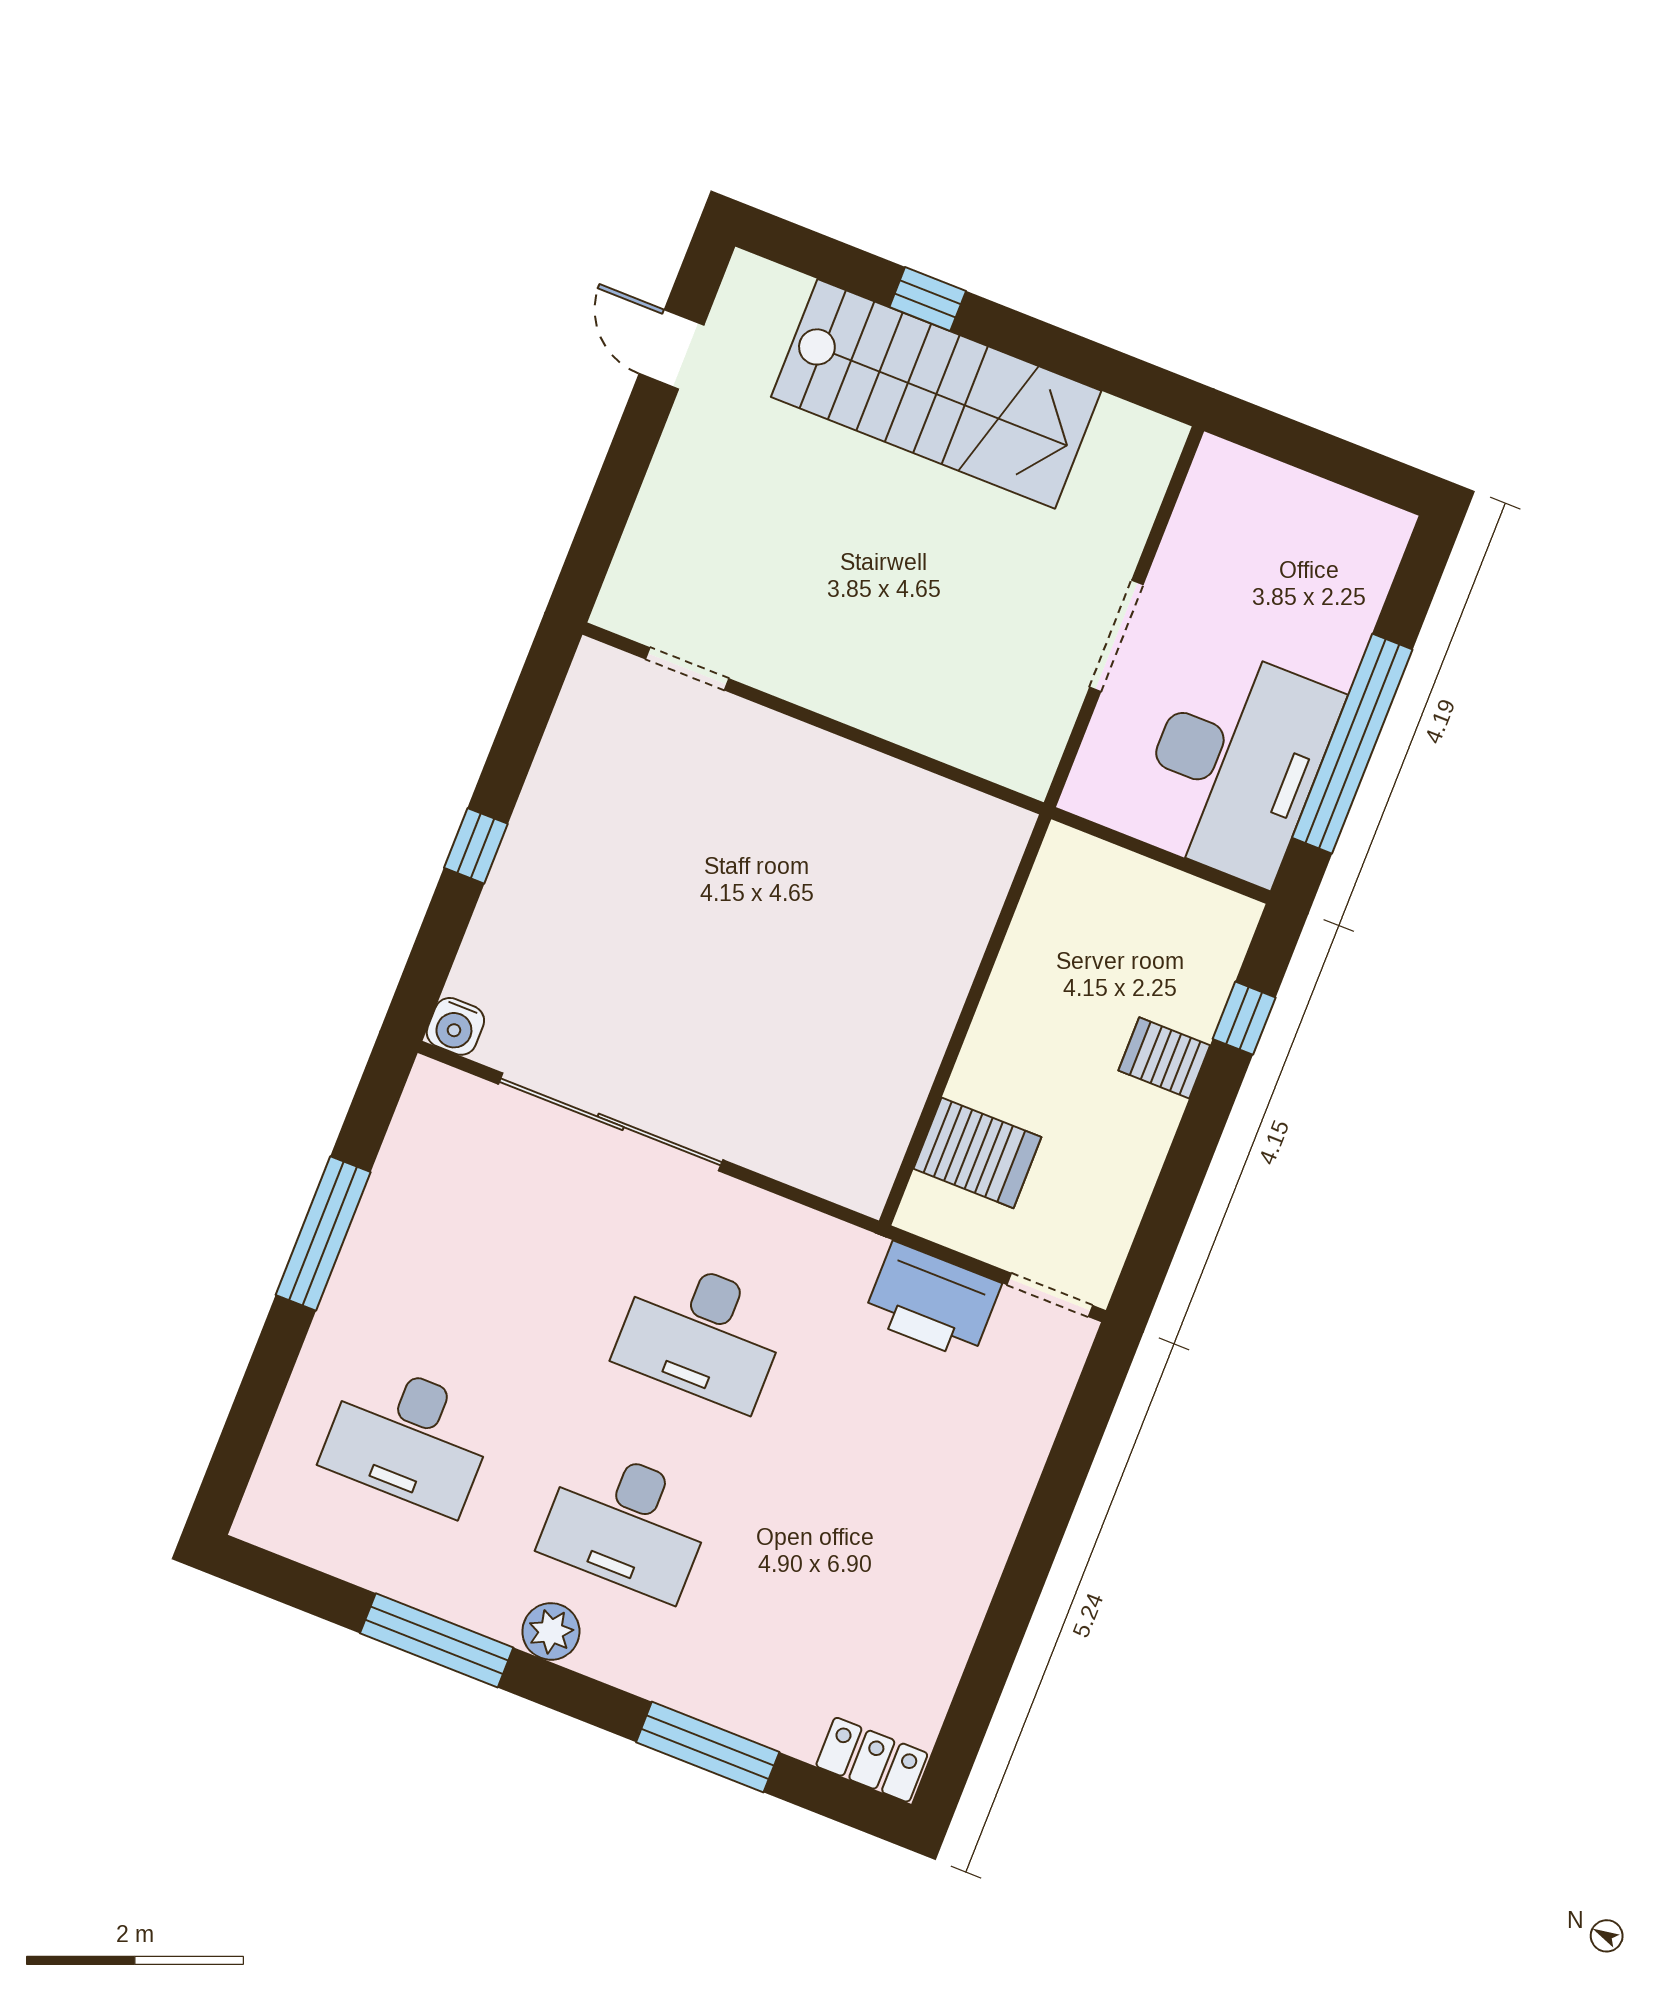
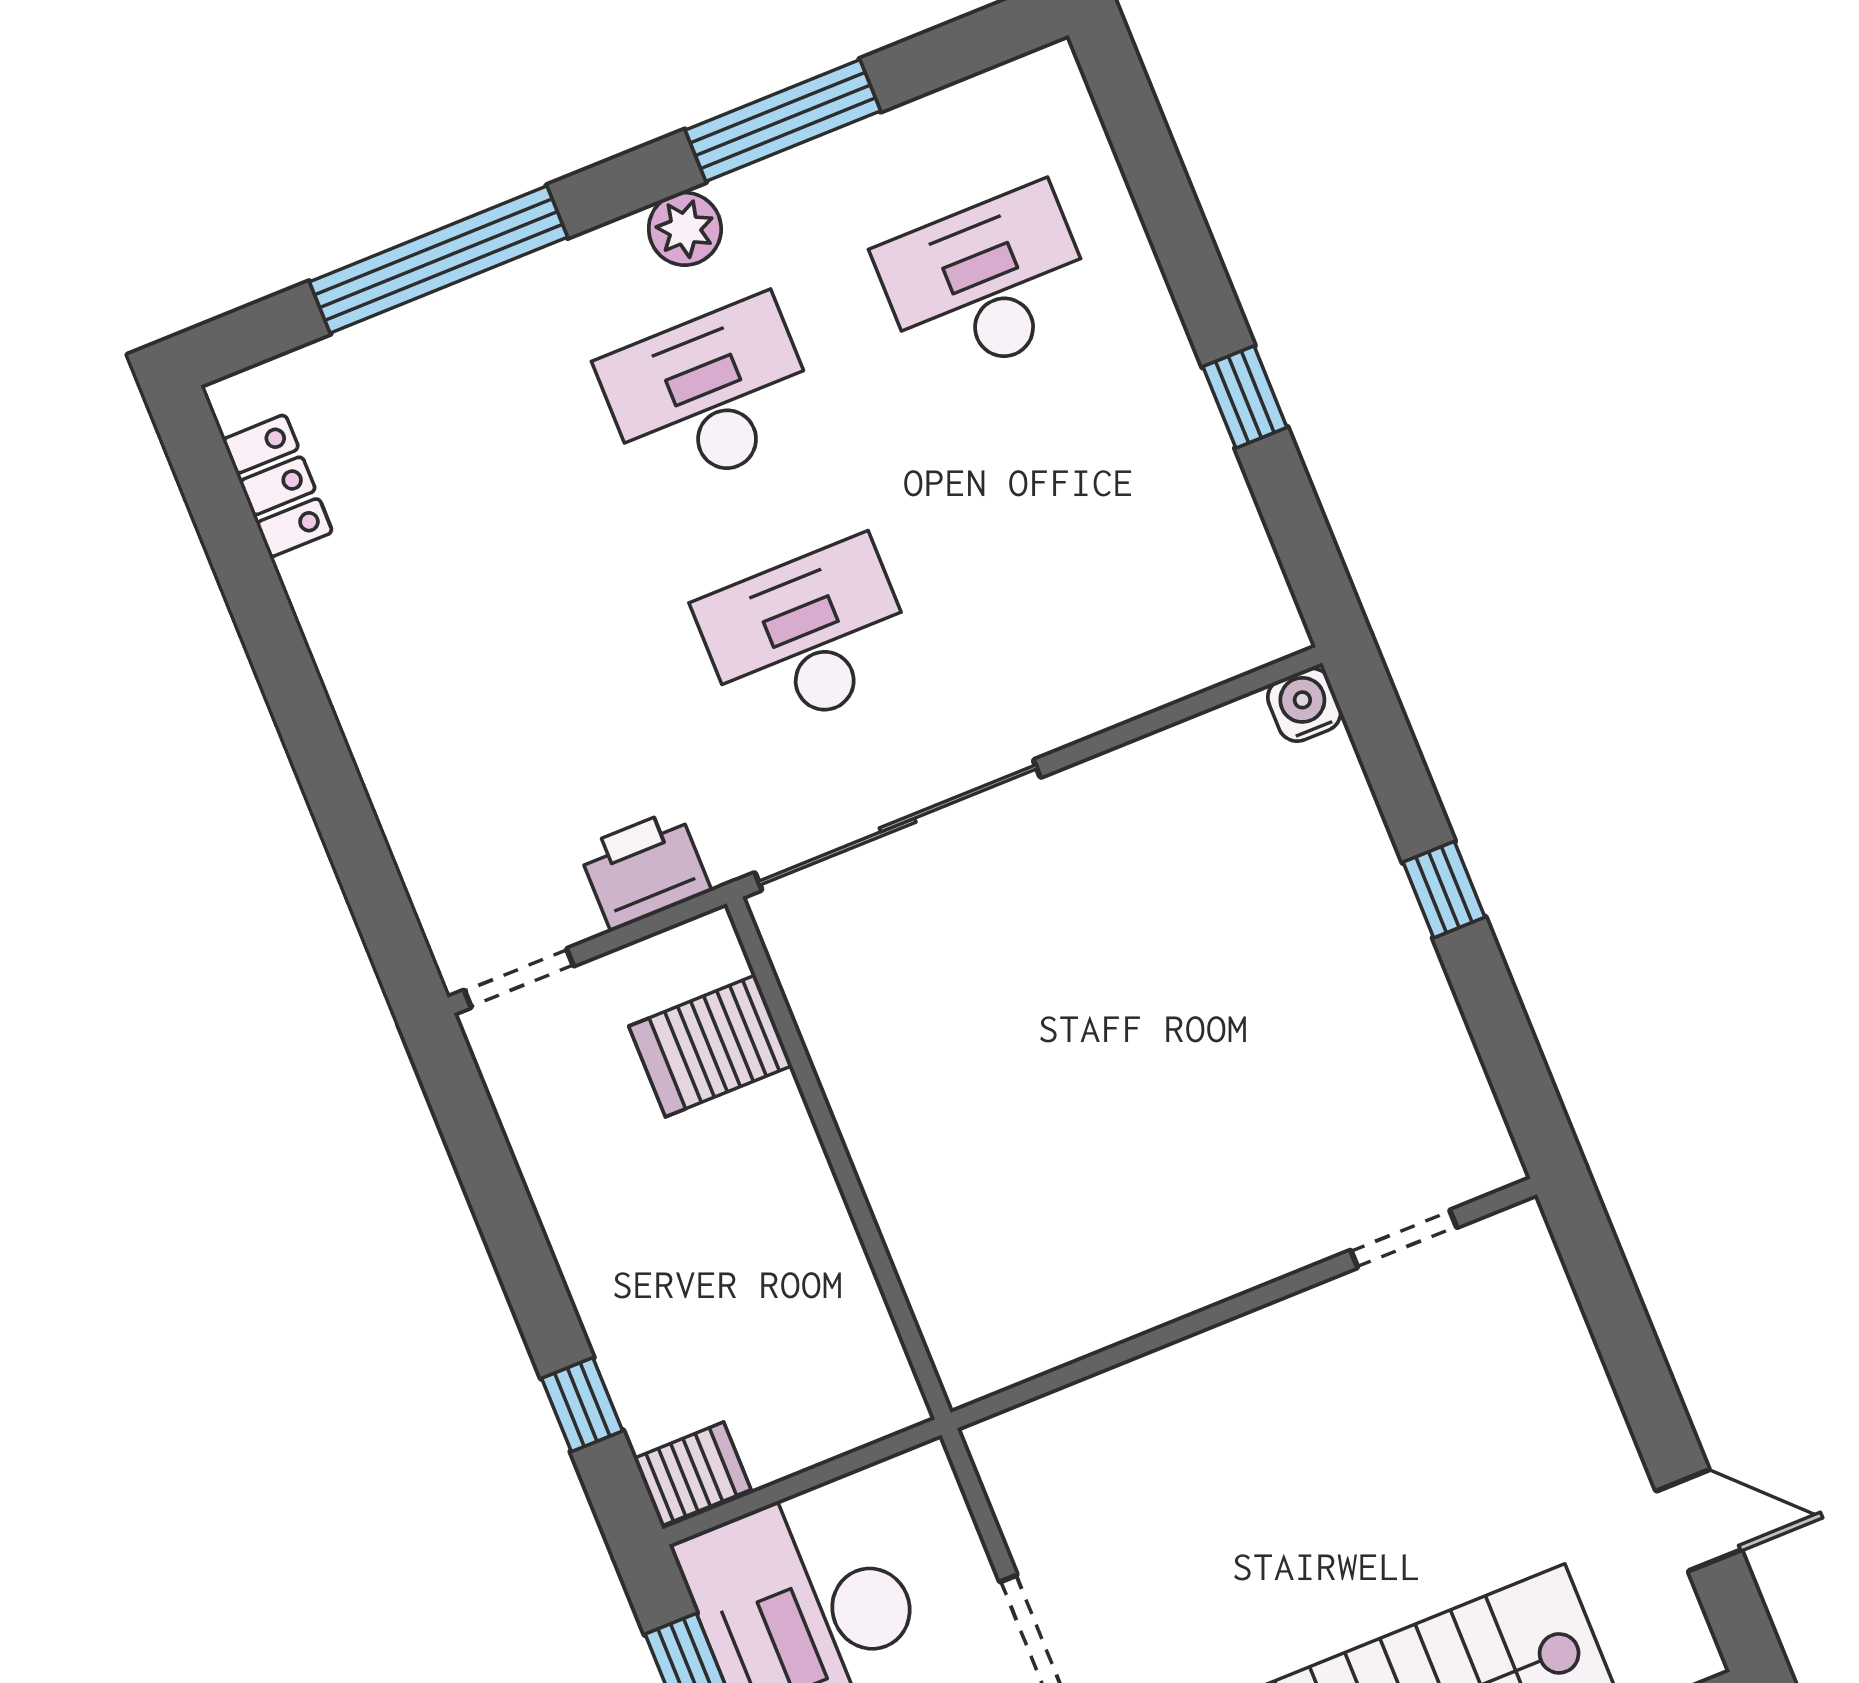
server rack: (1164, 1058) -> (692, 1474), moved
sliding door: (611, 1122) -> (898, 825), moved
window: (323, 1234) -> (1245, 397), width x0.46
printer: (932, 1301) -> (645, 870), width x0.73, depth x0.84
window: (708, 1747) -> (438, 260), width x1.46
locker: (872, 1760) -> (278, 486), moved, turned -90

